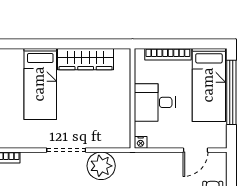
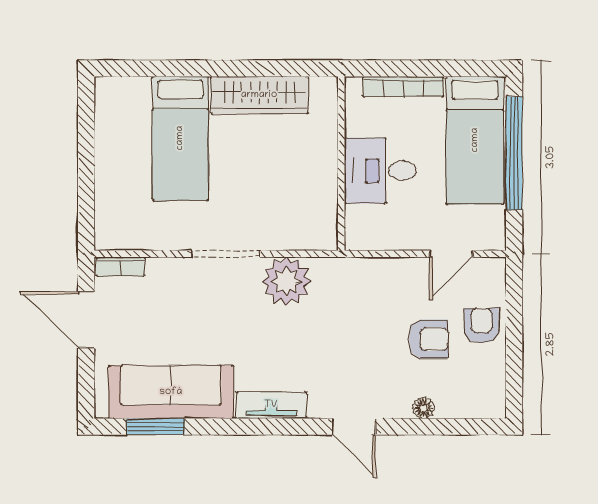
nightstand: (141, 142) -> (355, 240), removed

